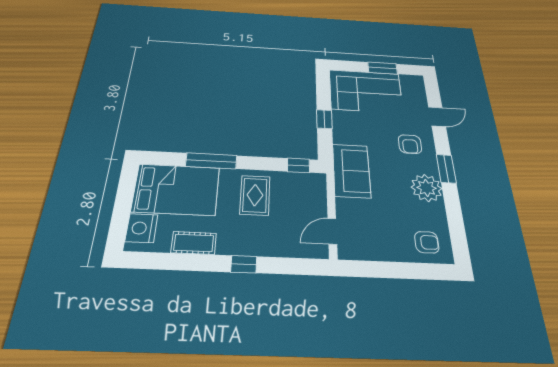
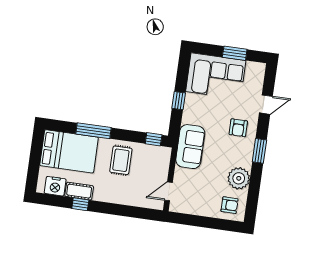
plant: (427, 188) -> (239, 178), moved
nightstand: (141, 228) -> (55, 186), moved, turned -90
window: (244, 264) -> (80, 204), moved

